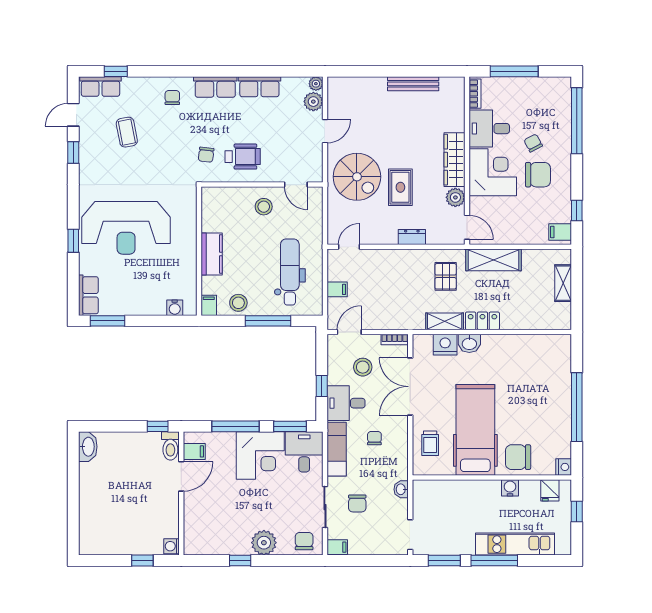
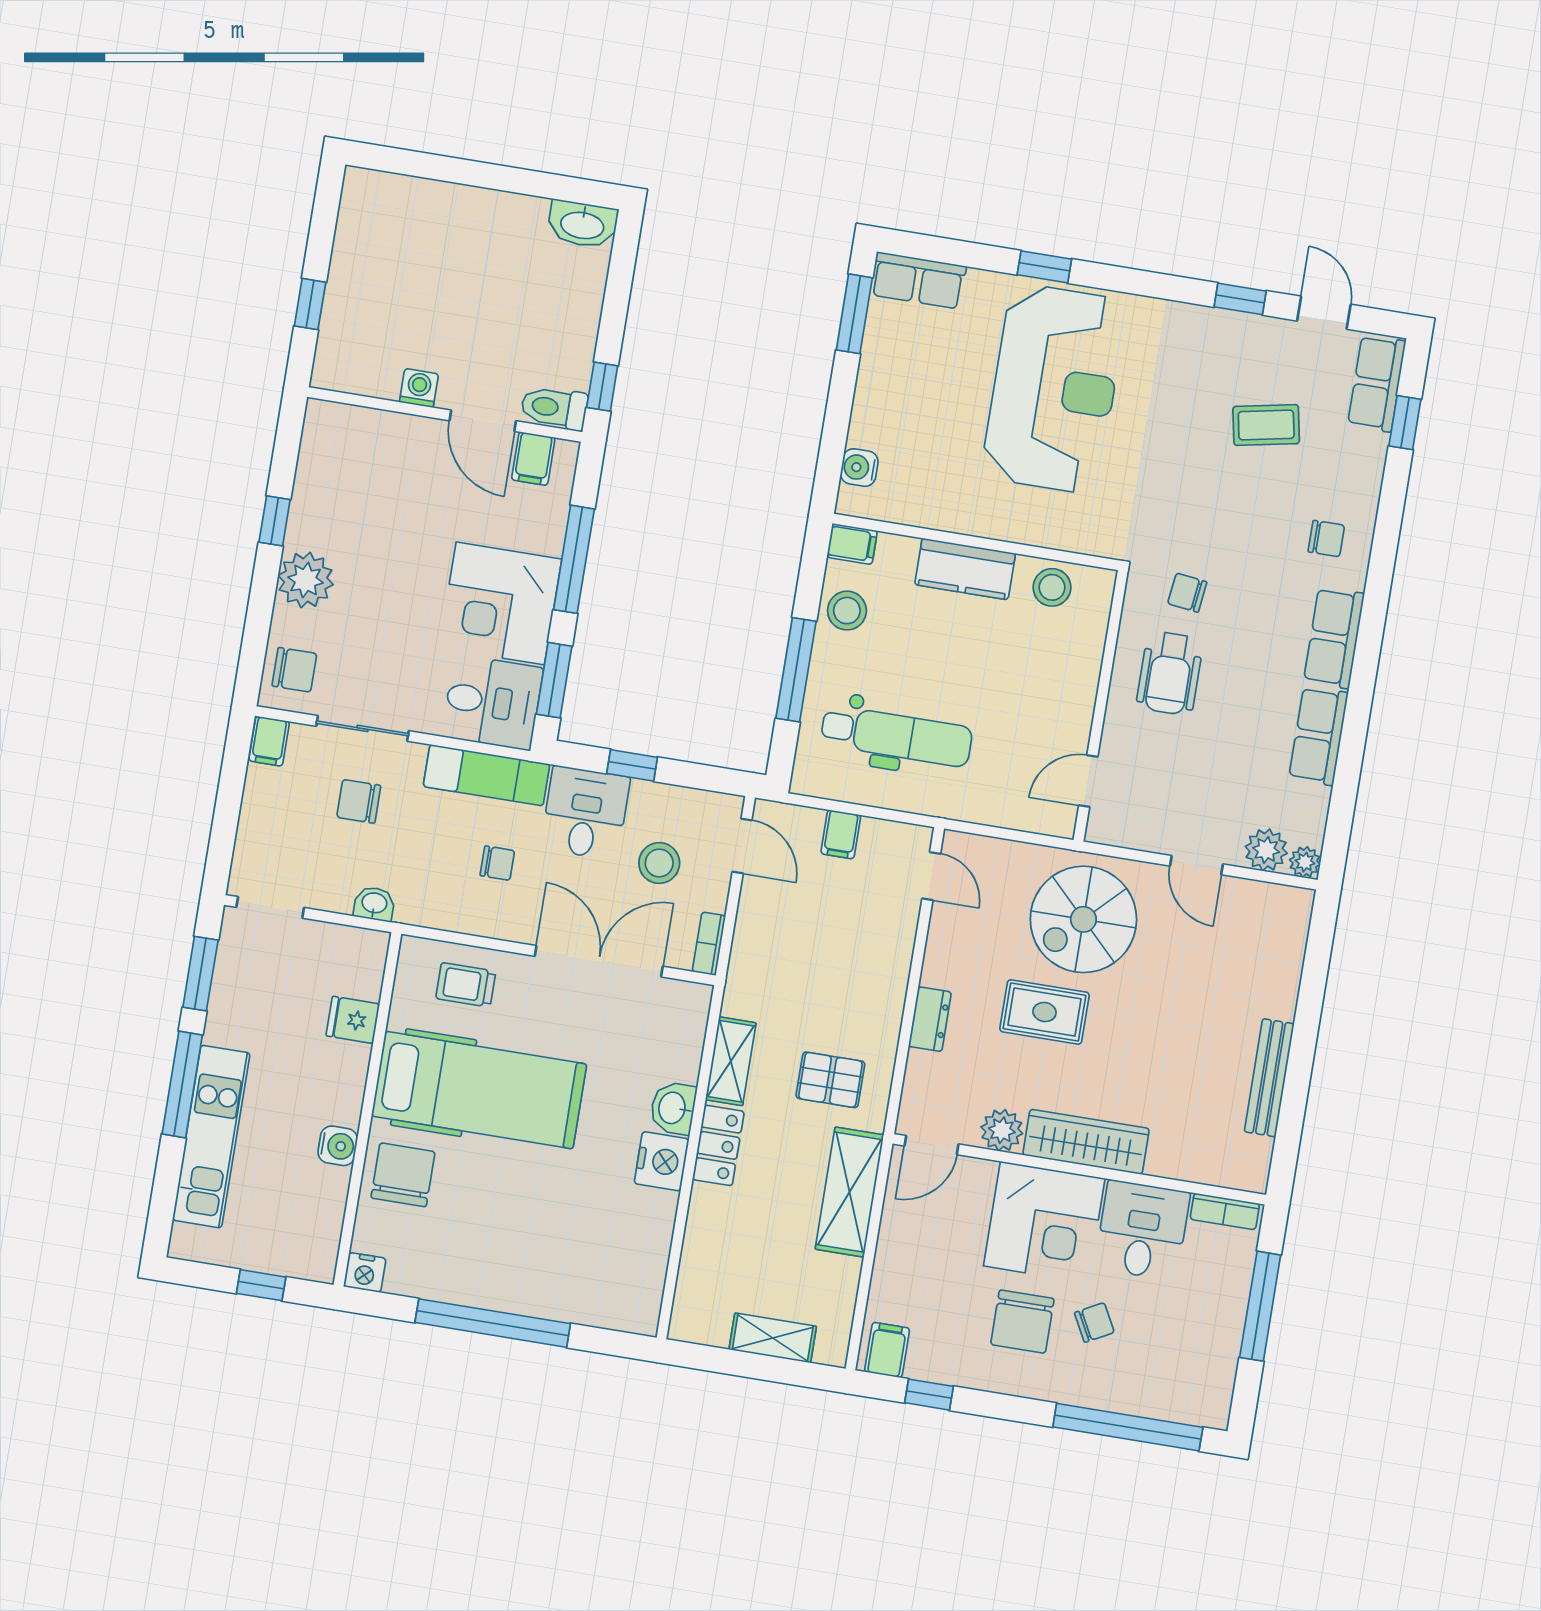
stool: (264, 207) -> (1052, 587), moved
reception desk: (126, 228) -> (1054, 389), turned 180
nightstand: (445, 345) -> (662, 1161), moved
fridge: (550, 490) -> (353, 1020), moved
washing machine: (171, 546) -> (419, 388), moved

